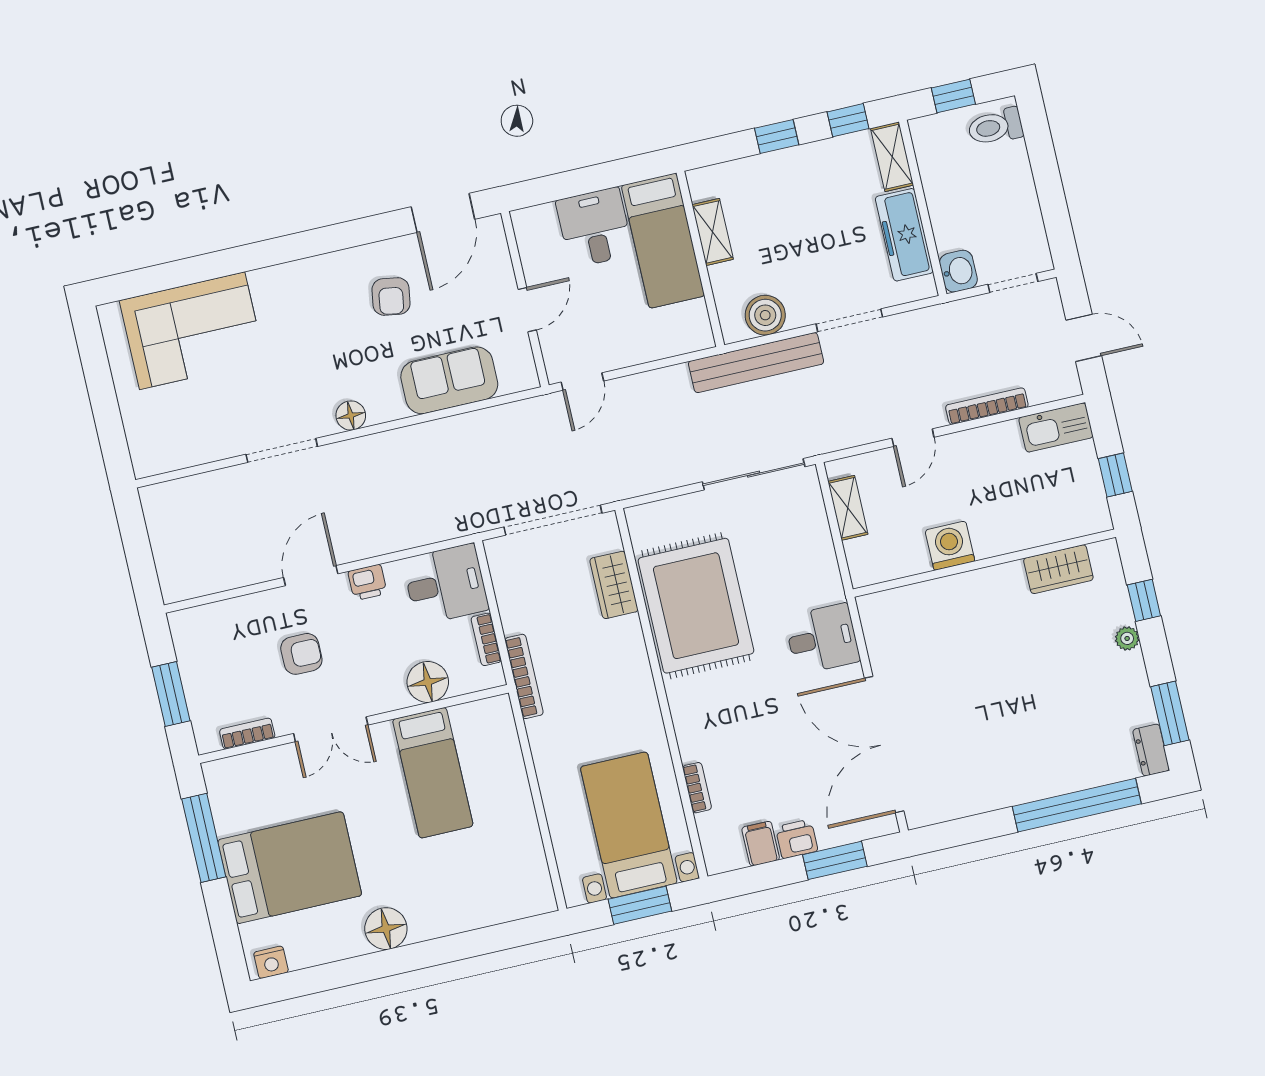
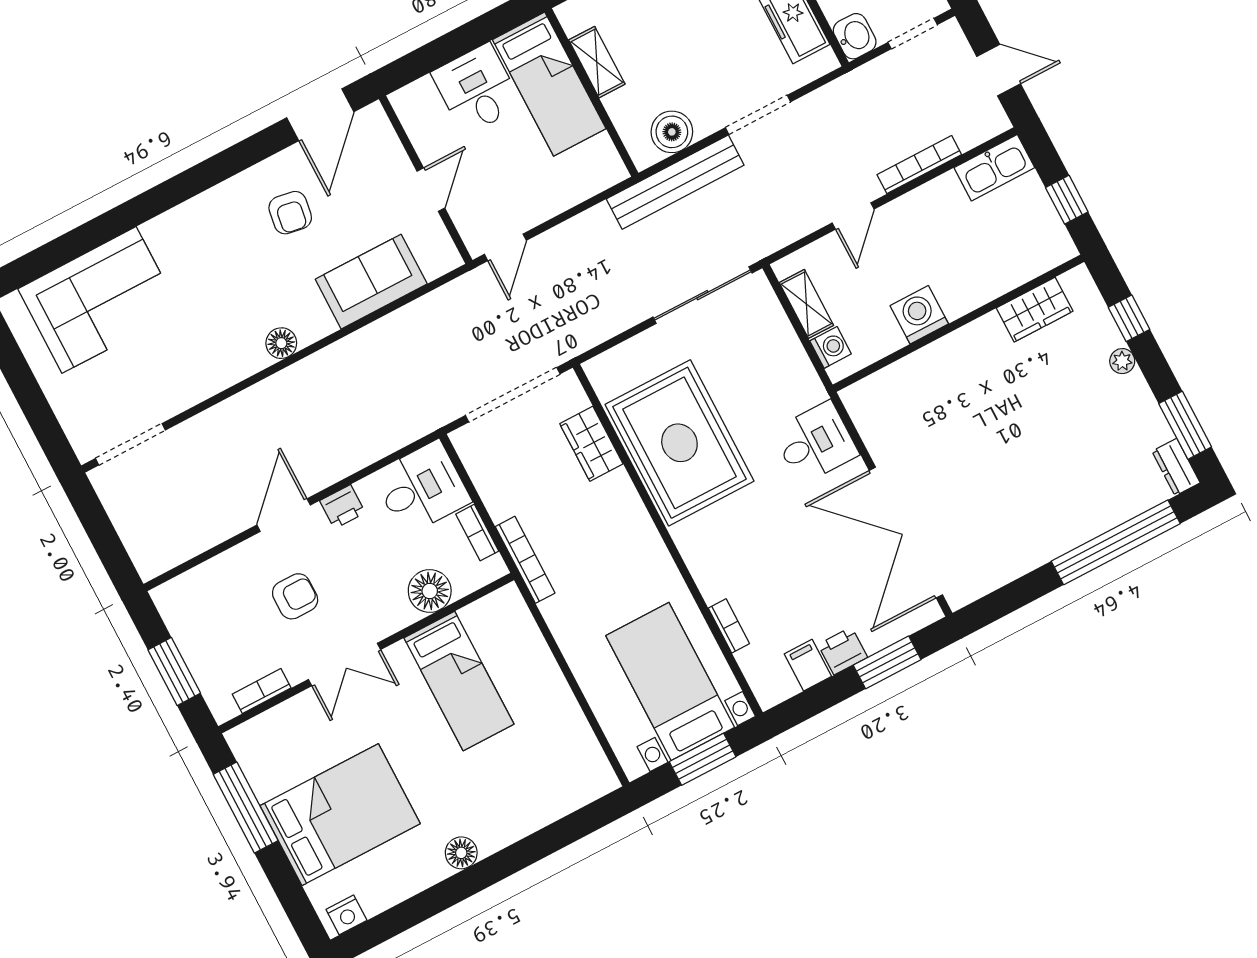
doorway: (282, 450) -> (130, 444), moved
washing machine: (860, 554) -> (831, 347), added
floor lamp: (386, 929) -> (461, 853), width x0.73, depth x0.73

